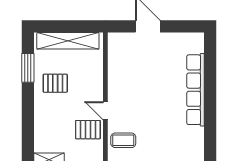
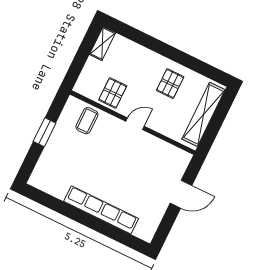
window: (28, 68) -> (197, 65), removed
door: (105, 111) -> (135, 124), moved

